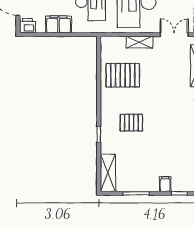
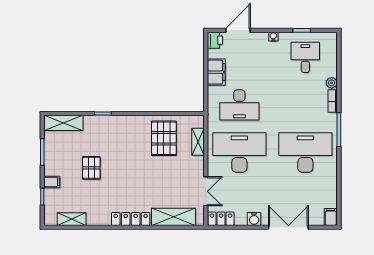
shelving: (139, 42) -> (198, 142), moved
pallet: (131, 123) -> (91, 168), moved

